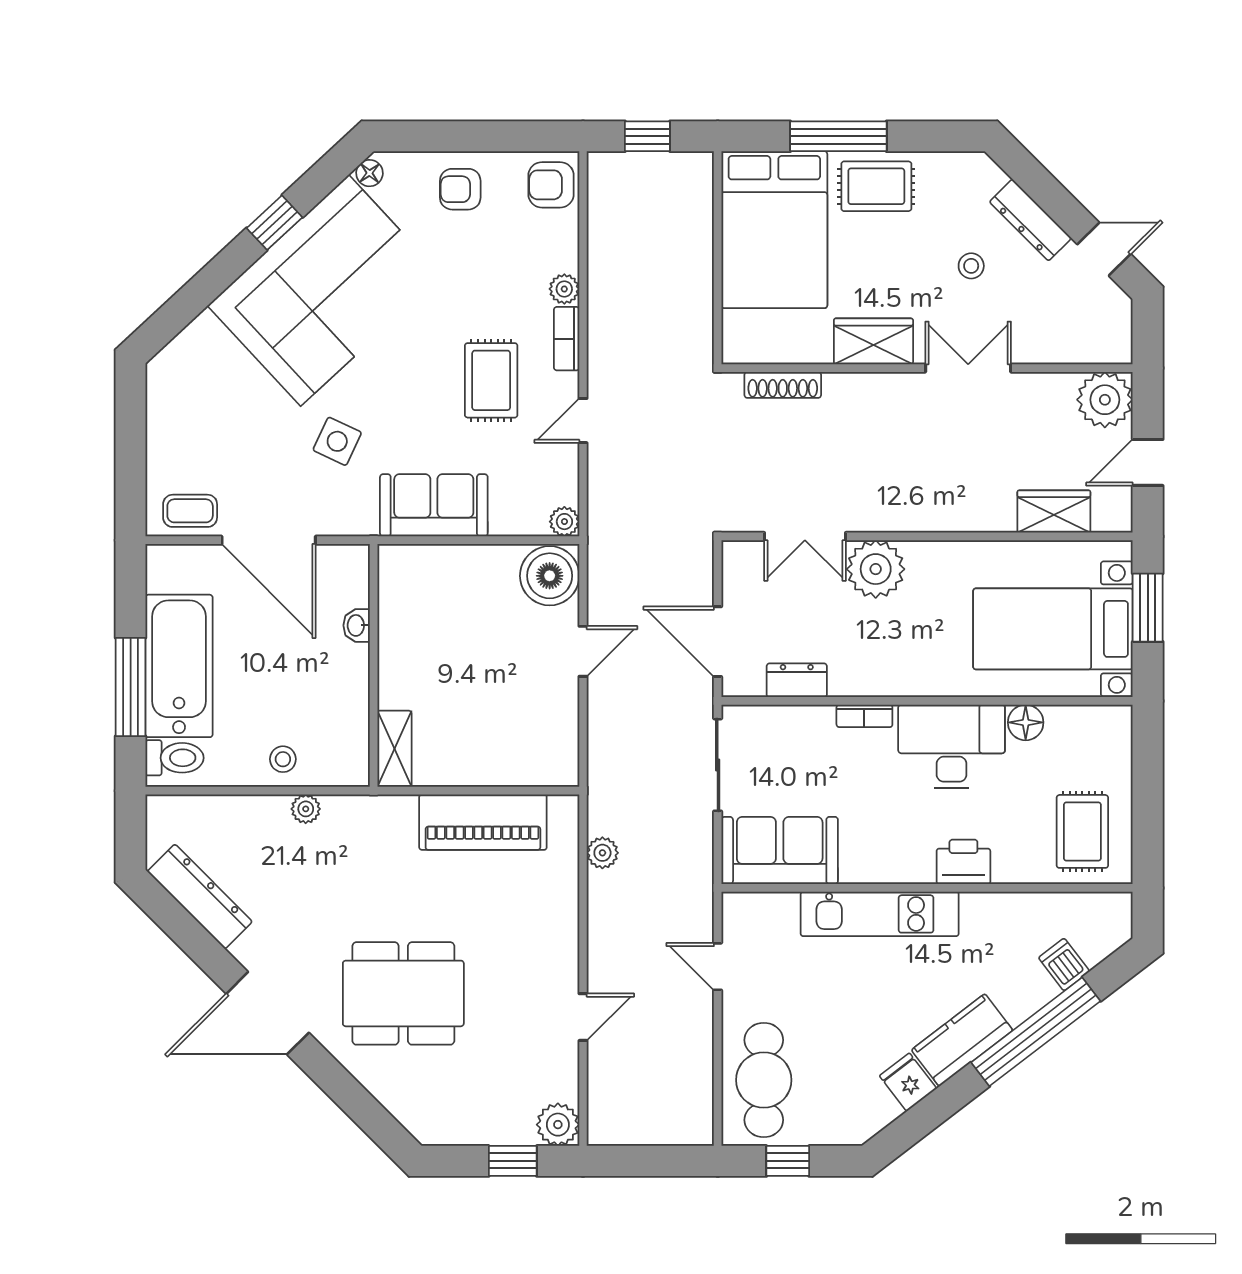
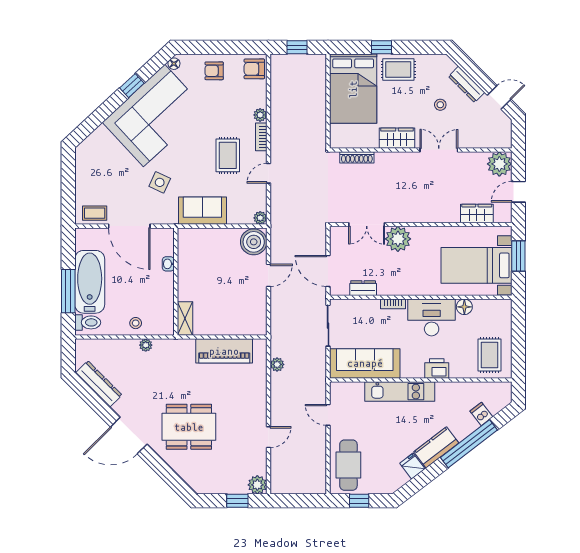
window: (838, 136) -> (381, 47), width x0.46
sofa: (780, 850) -> (365, 363), width x1.36

